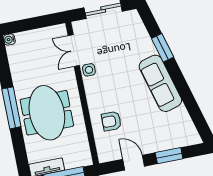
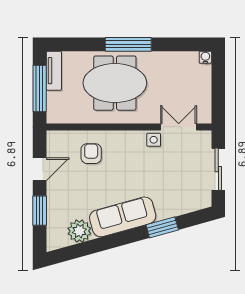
plant: (180, 118) -> (79, 231), added

